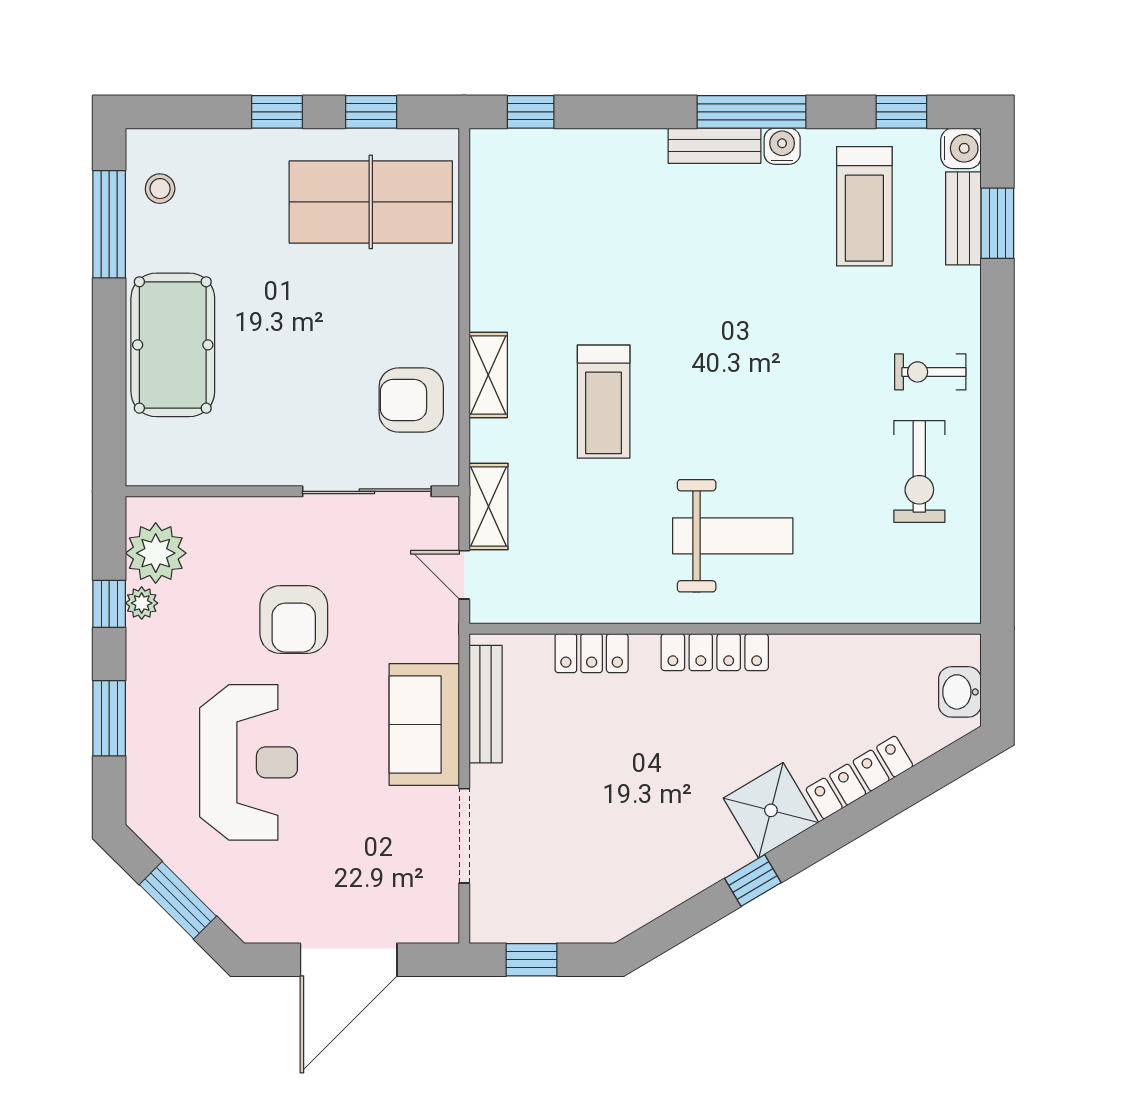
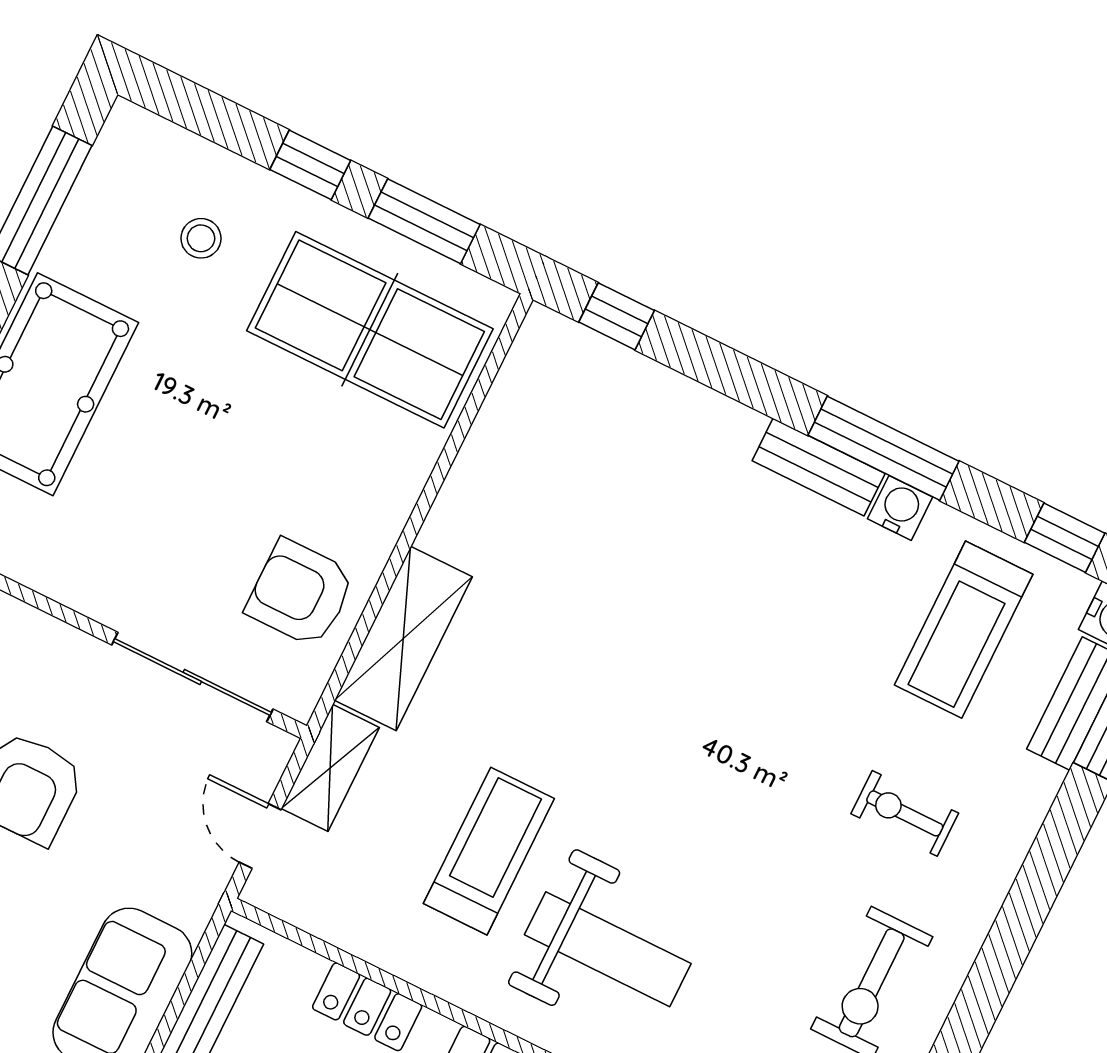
window: (371, 112) -> (424, 221), width x1.50
stool: (160, 189) -> (201, 238), moved
exercise bike: (930, 372) -> (905, 813), moved
shelving: (488, 375) -> (403, 638), width x1.50, depth x1.33
treadmill: (604, 402) -> (489, 851), moved, turned 180

